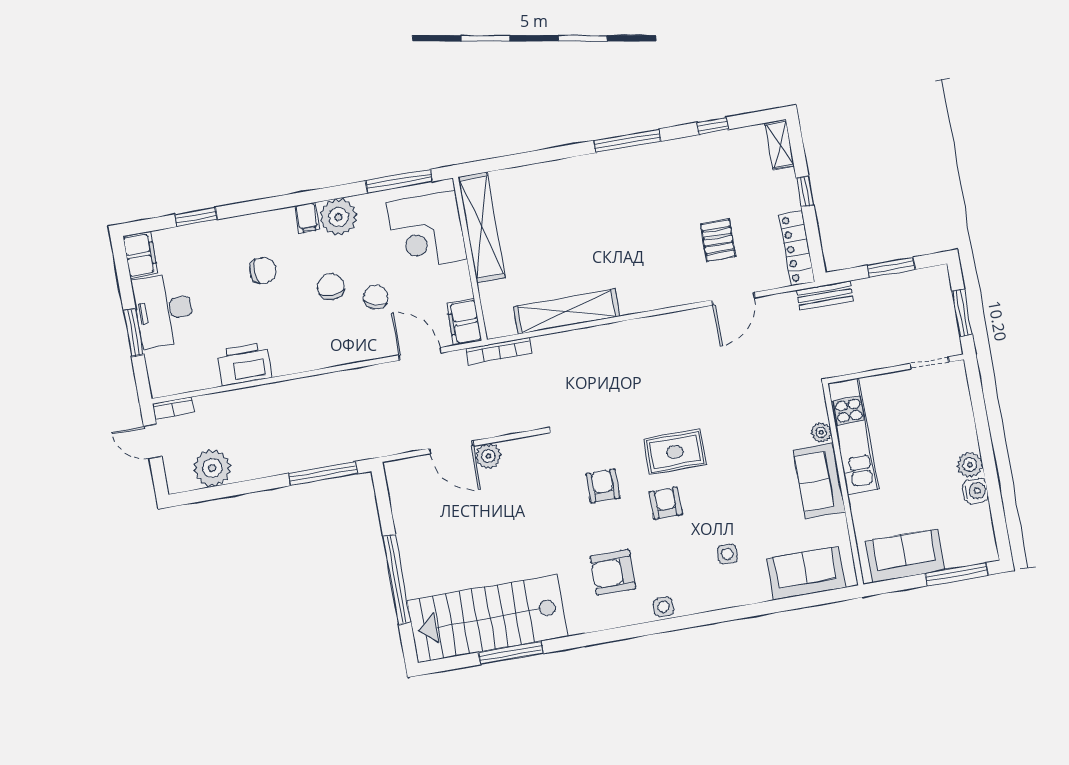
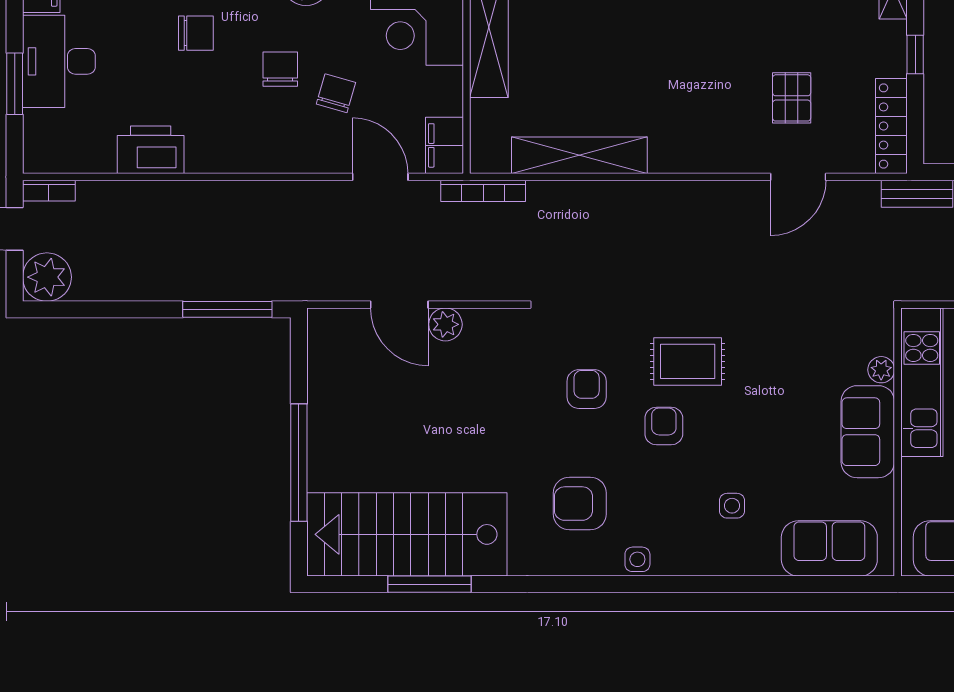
plant: (212, 468) -> (47, 277), moved

